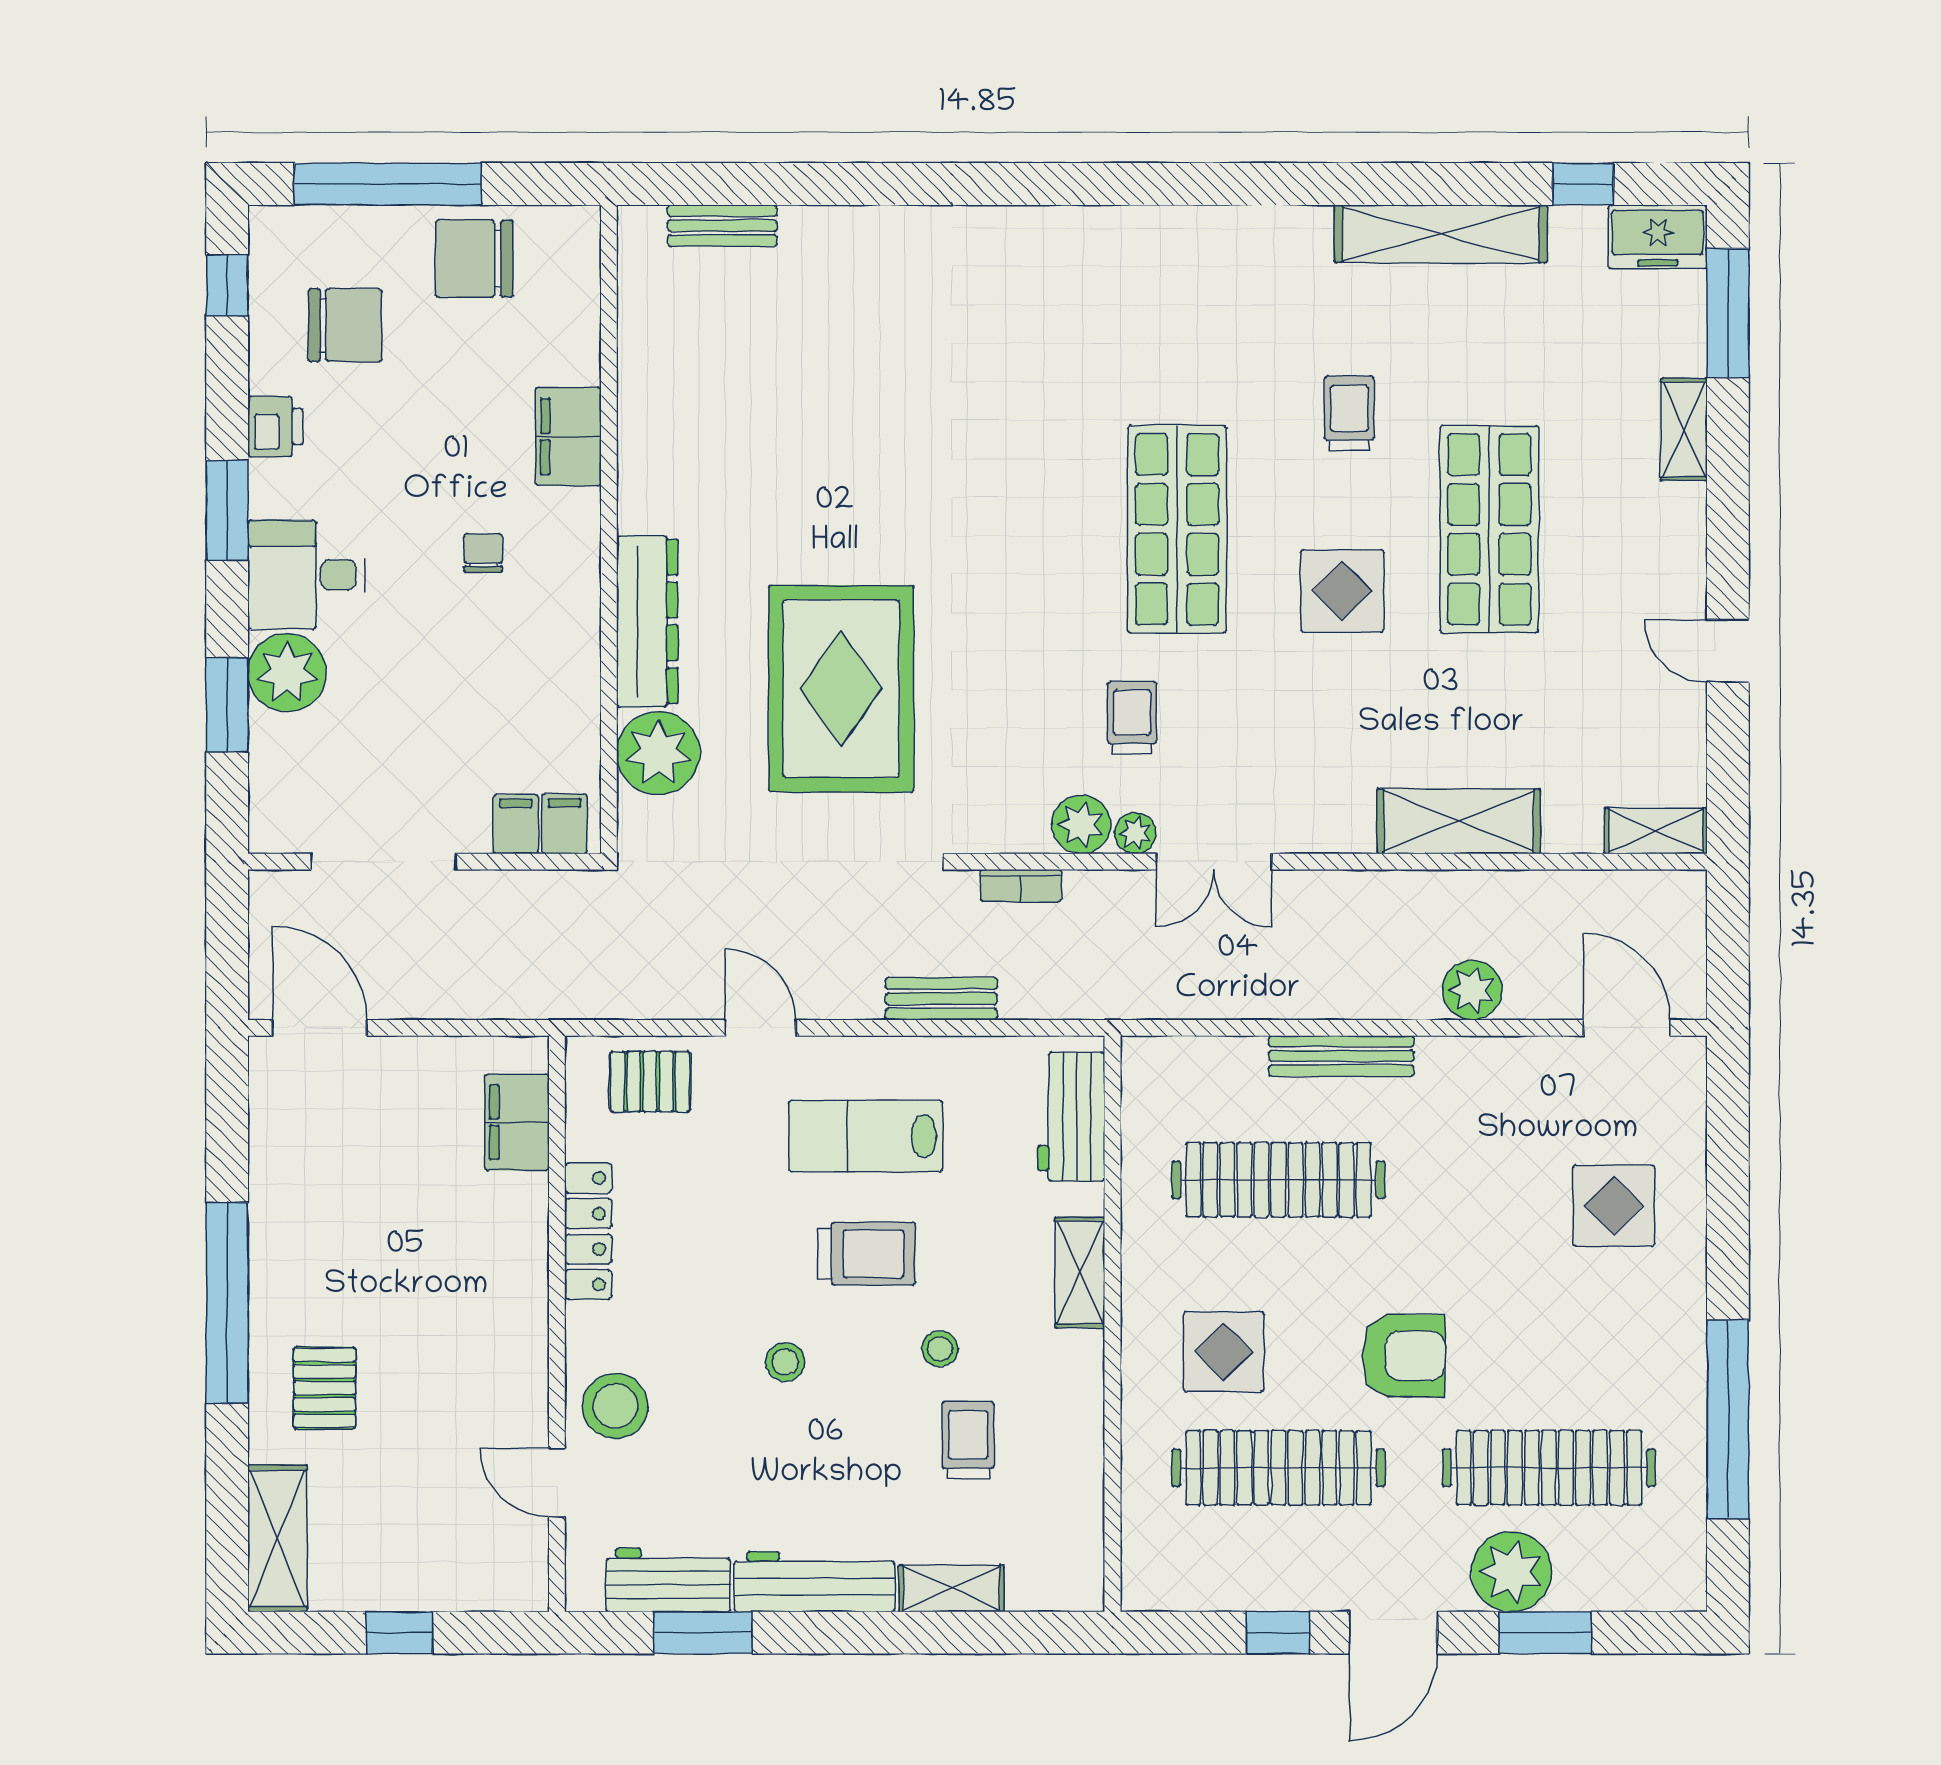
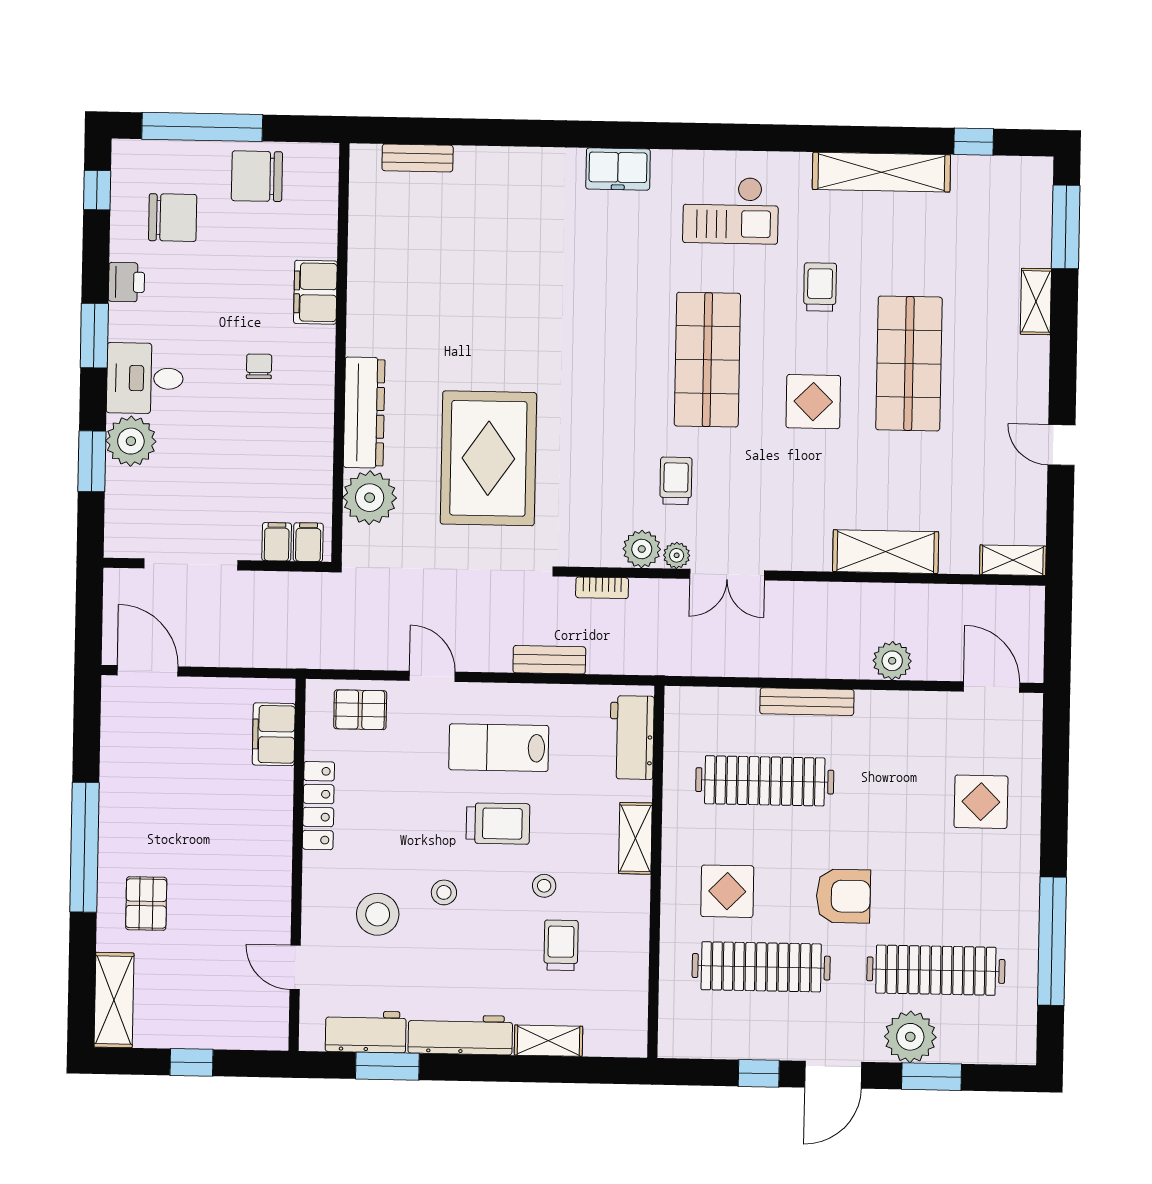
freezer: (1658, 237) -> (618, 169), moved
checkout: (1209, 297) -> (731, 210), added
stool: (615, 1406) -> (378, 914), moved

